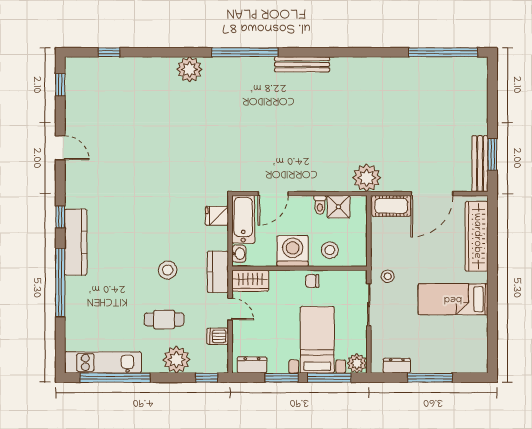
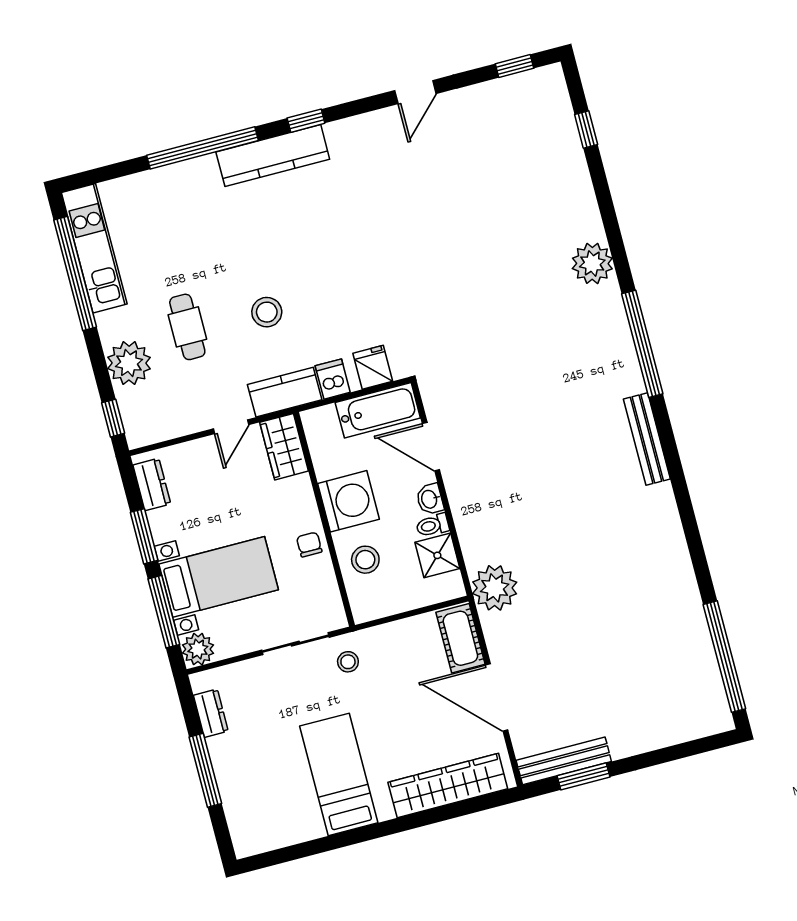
washbasin: (239, 254) -> (430, 499), moved, turned 90
dishwasher: (218, 336) -> (333, 379), moved

